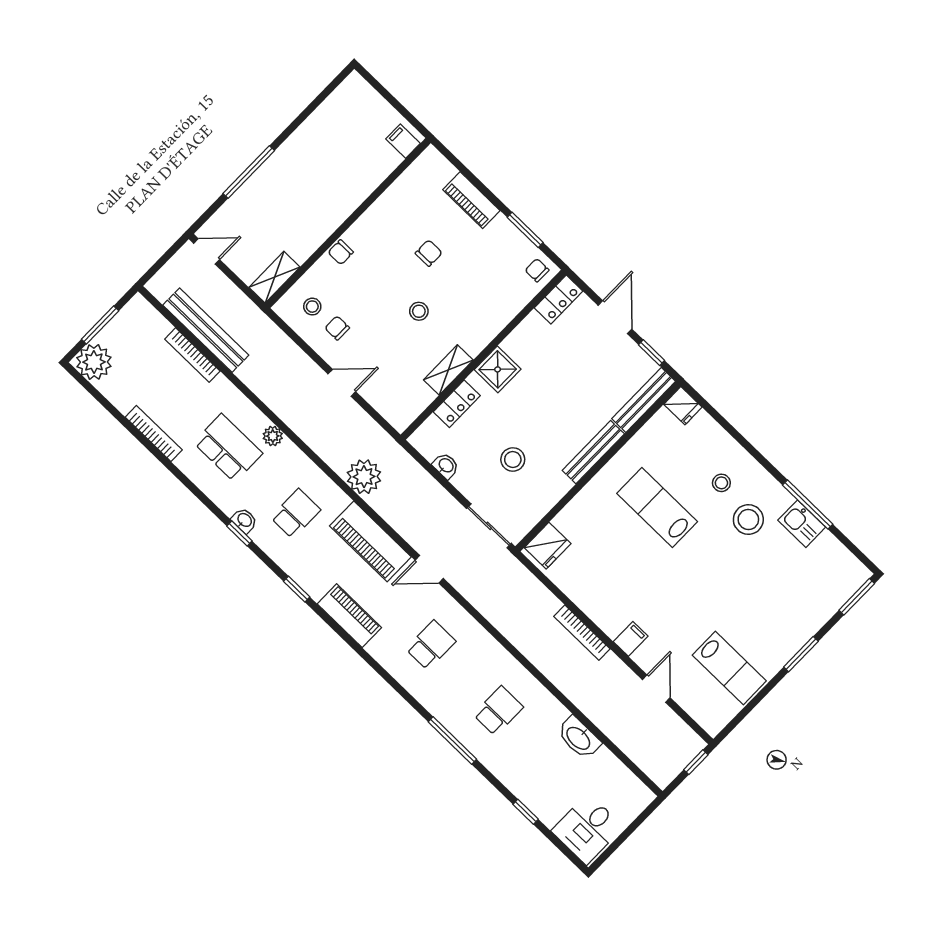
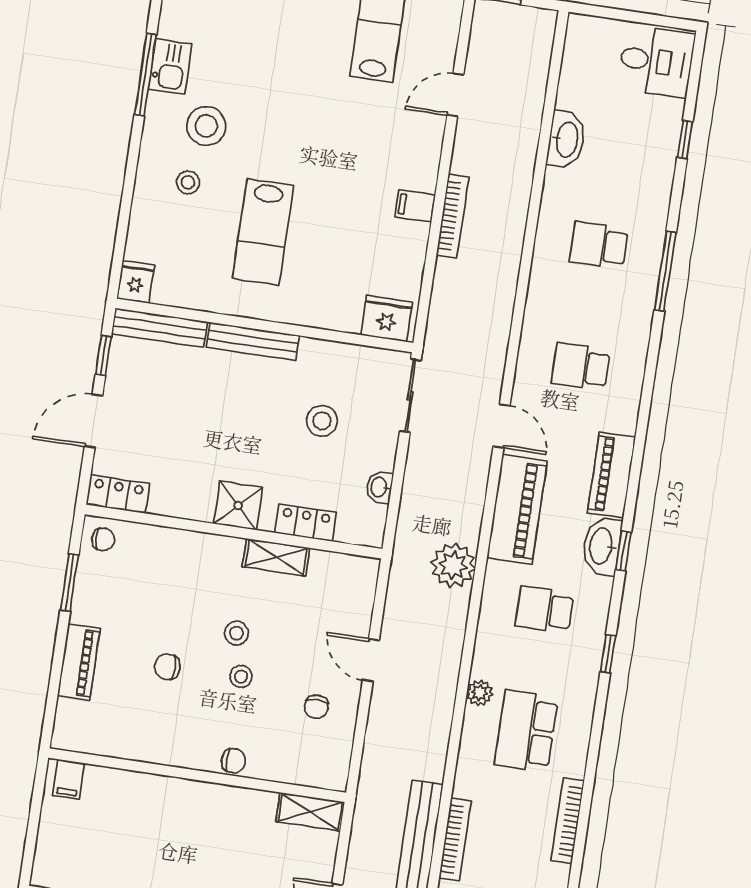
chair: (537, 270) -> (103, 539), turned -90
stool: (312, 307) -> (241, 676), moved
washbasin: (244, 520) -> (602, 546), moved, width x1.91, depth x1.45
filing cabinet: (631, 639) -> (415, 206), moved

